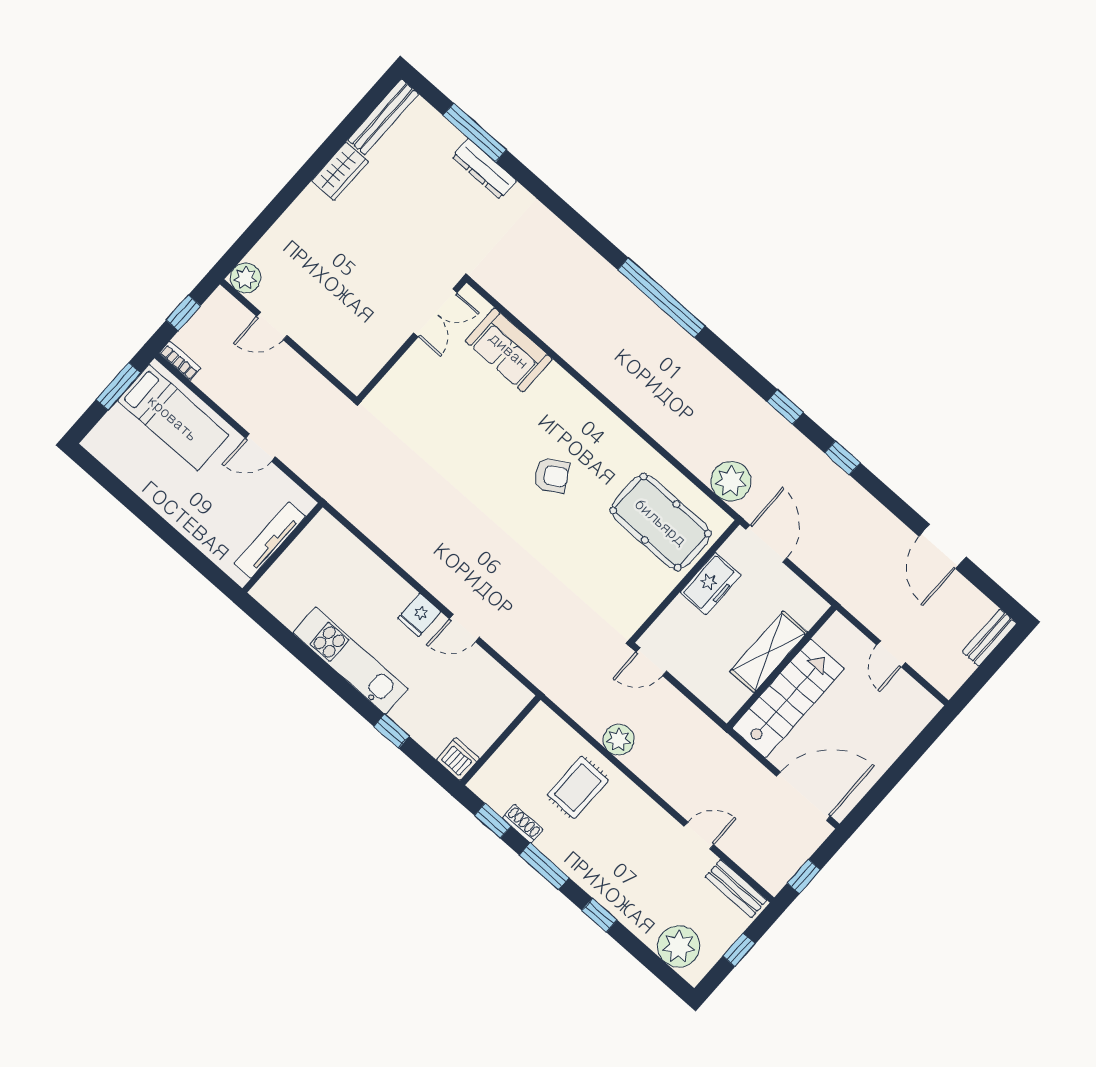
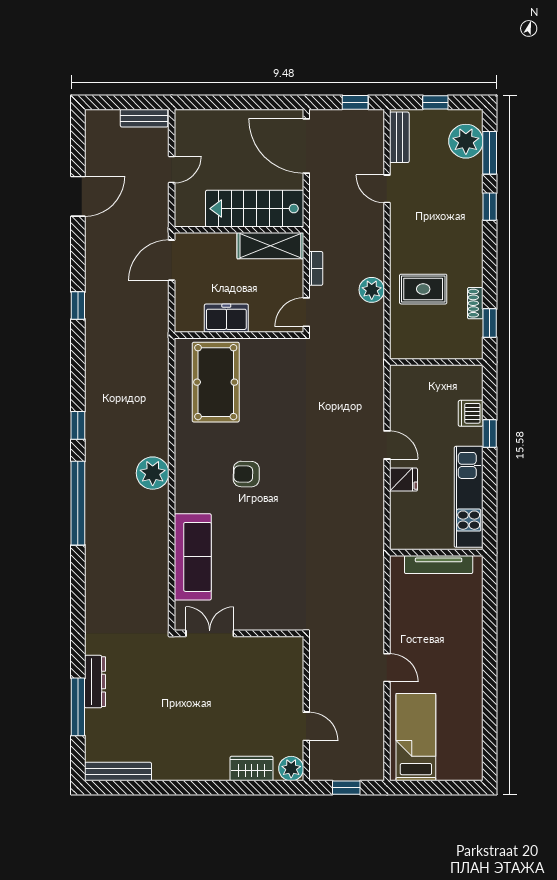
wardrobe: (340, 171) -> (251, 769), moved
sofa: (509, 350) -> (193, 557), width x1.36
bookcase: (180, 361) -> (316, 268), moved, turned 180
window: (118, 386) -> (426, 788), removed
window: (785, 407) -> (78, 425), moved
armchair: (552, 475) -> (246, 474), turned -58
plant: (731, 481) -> (153, 473), moved
tv unit: (270, 540) -> (439, 565), moved
door: (766, 544) -> (172, 260), moved
wall: (283, 548) -> (436, 553), moved
bench: (990, 638) -> (144, 118), moved
shelving: (769, 652) -> (270, 246), moved
door: (651, 662) -> (306, 312), swing flipped
dishwasher: (458, 759) -> (471, 413), moved
window: (544, 866) -> (490, 153), moved

